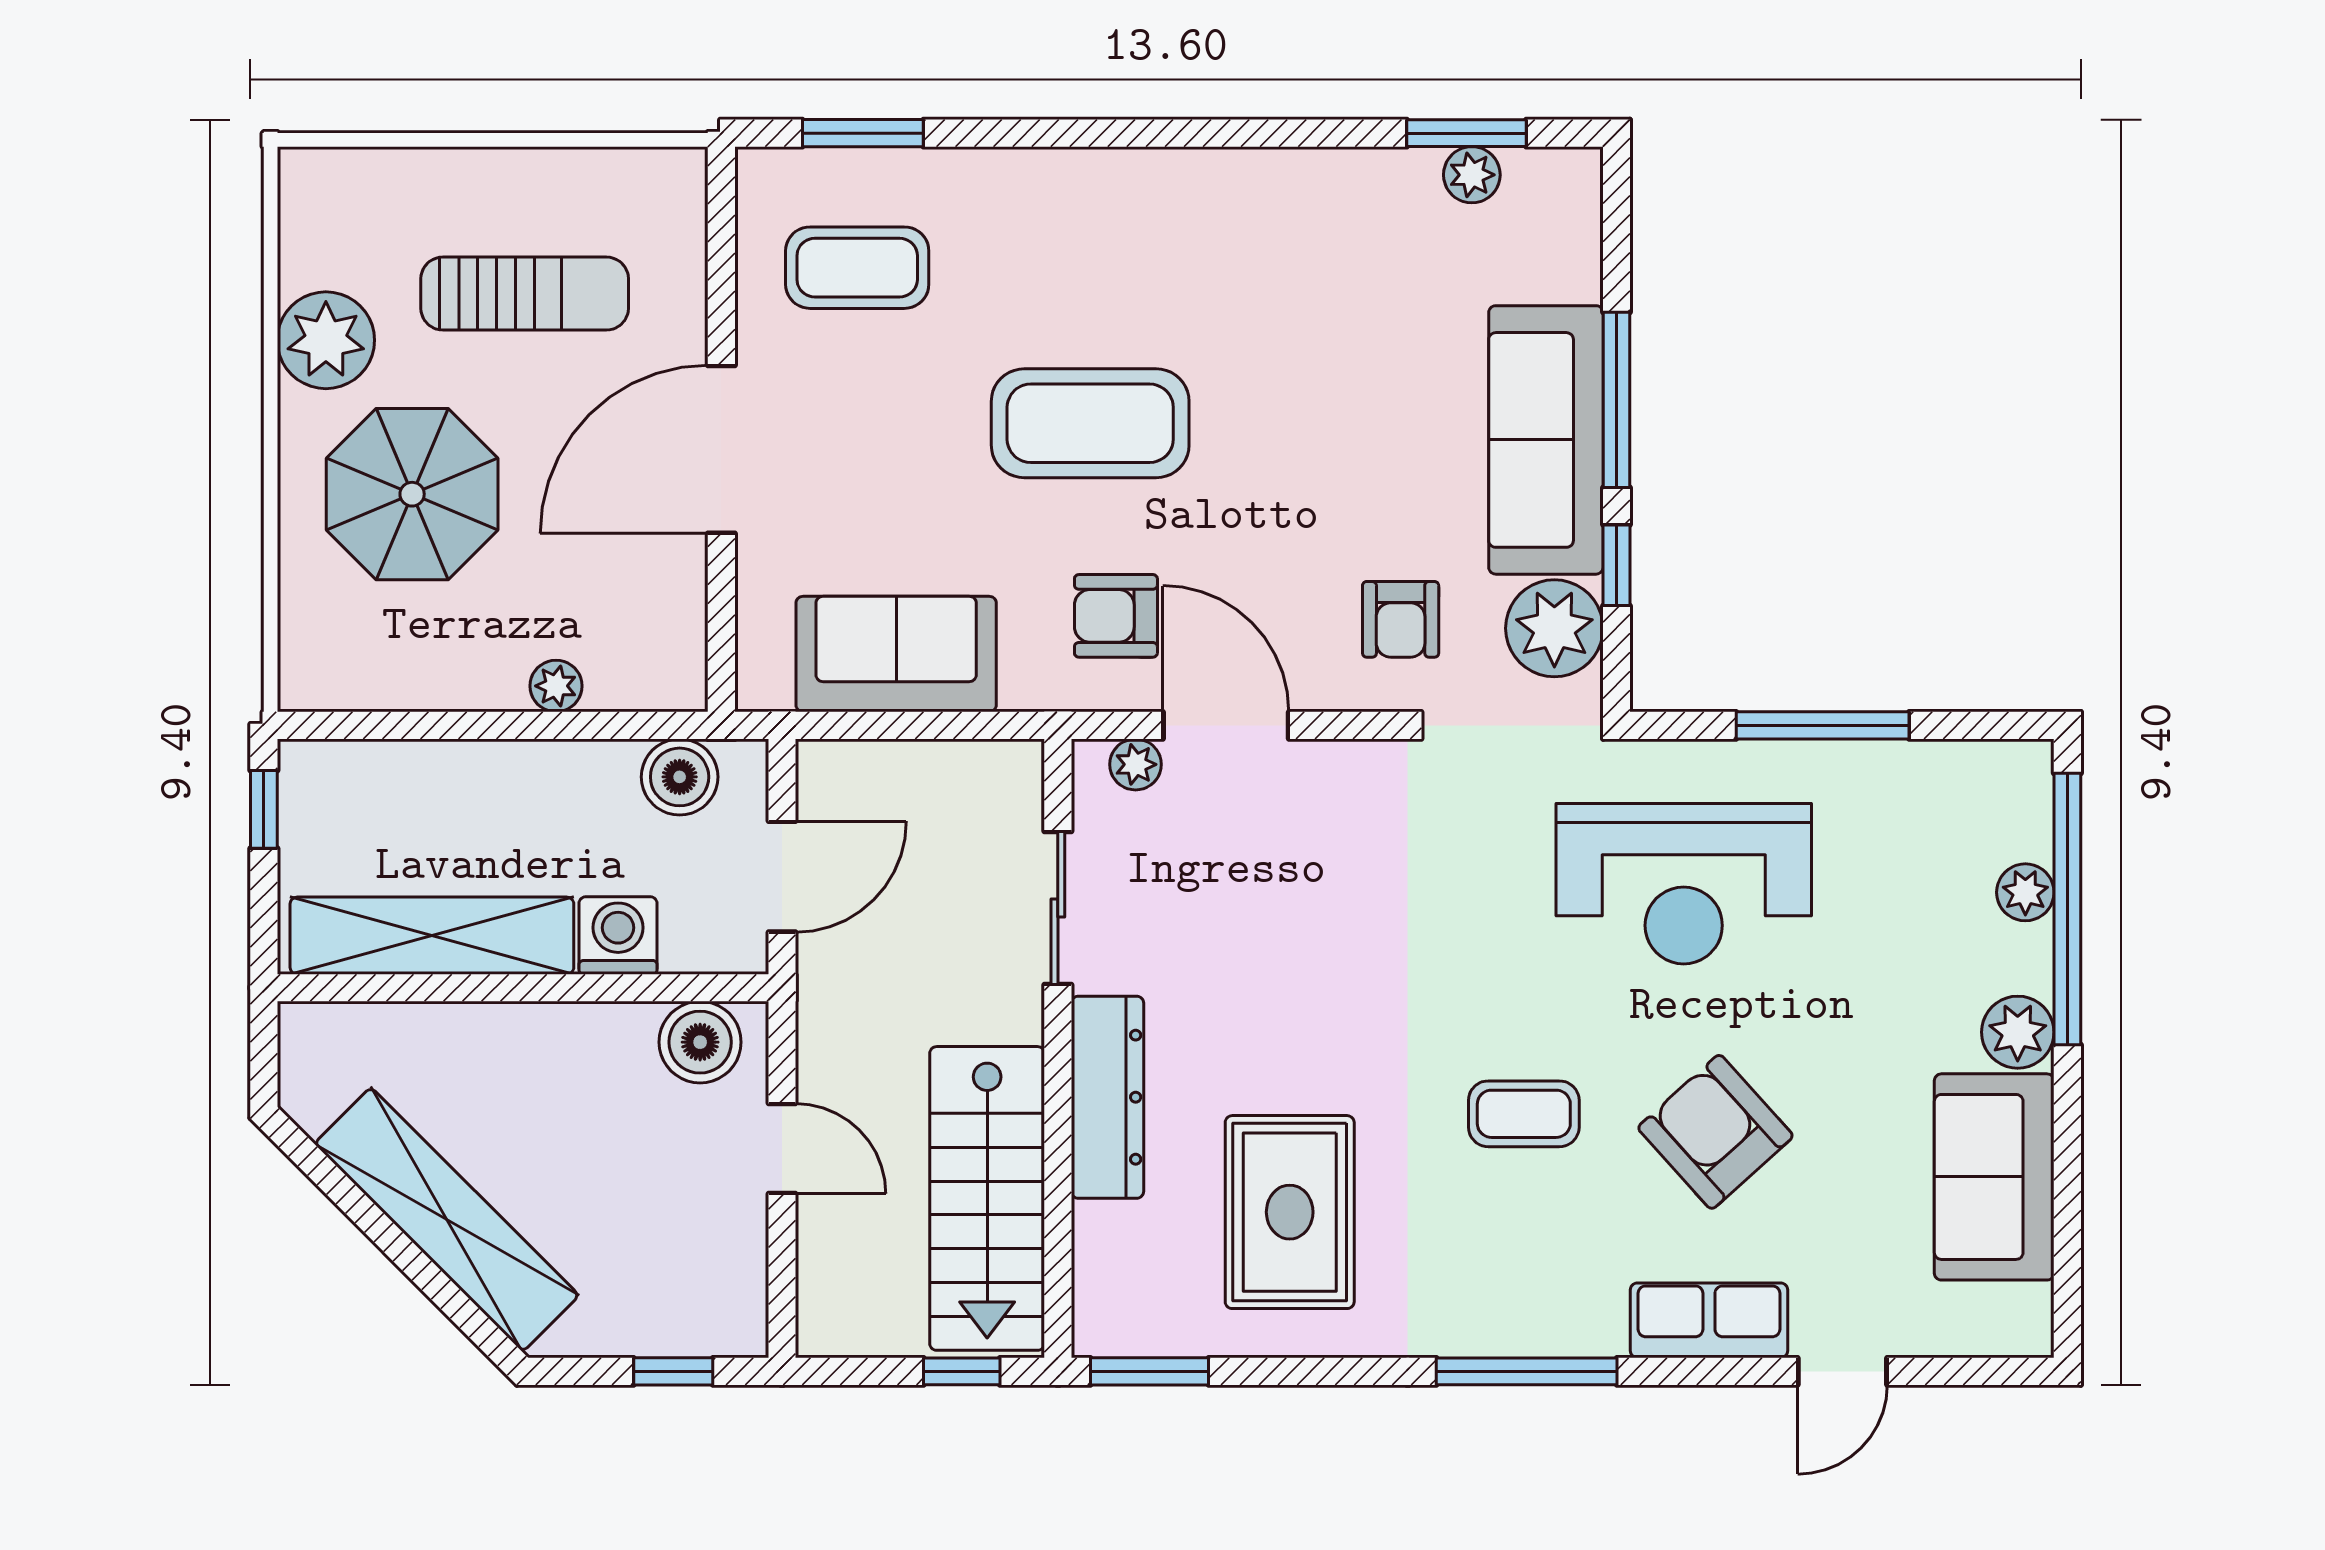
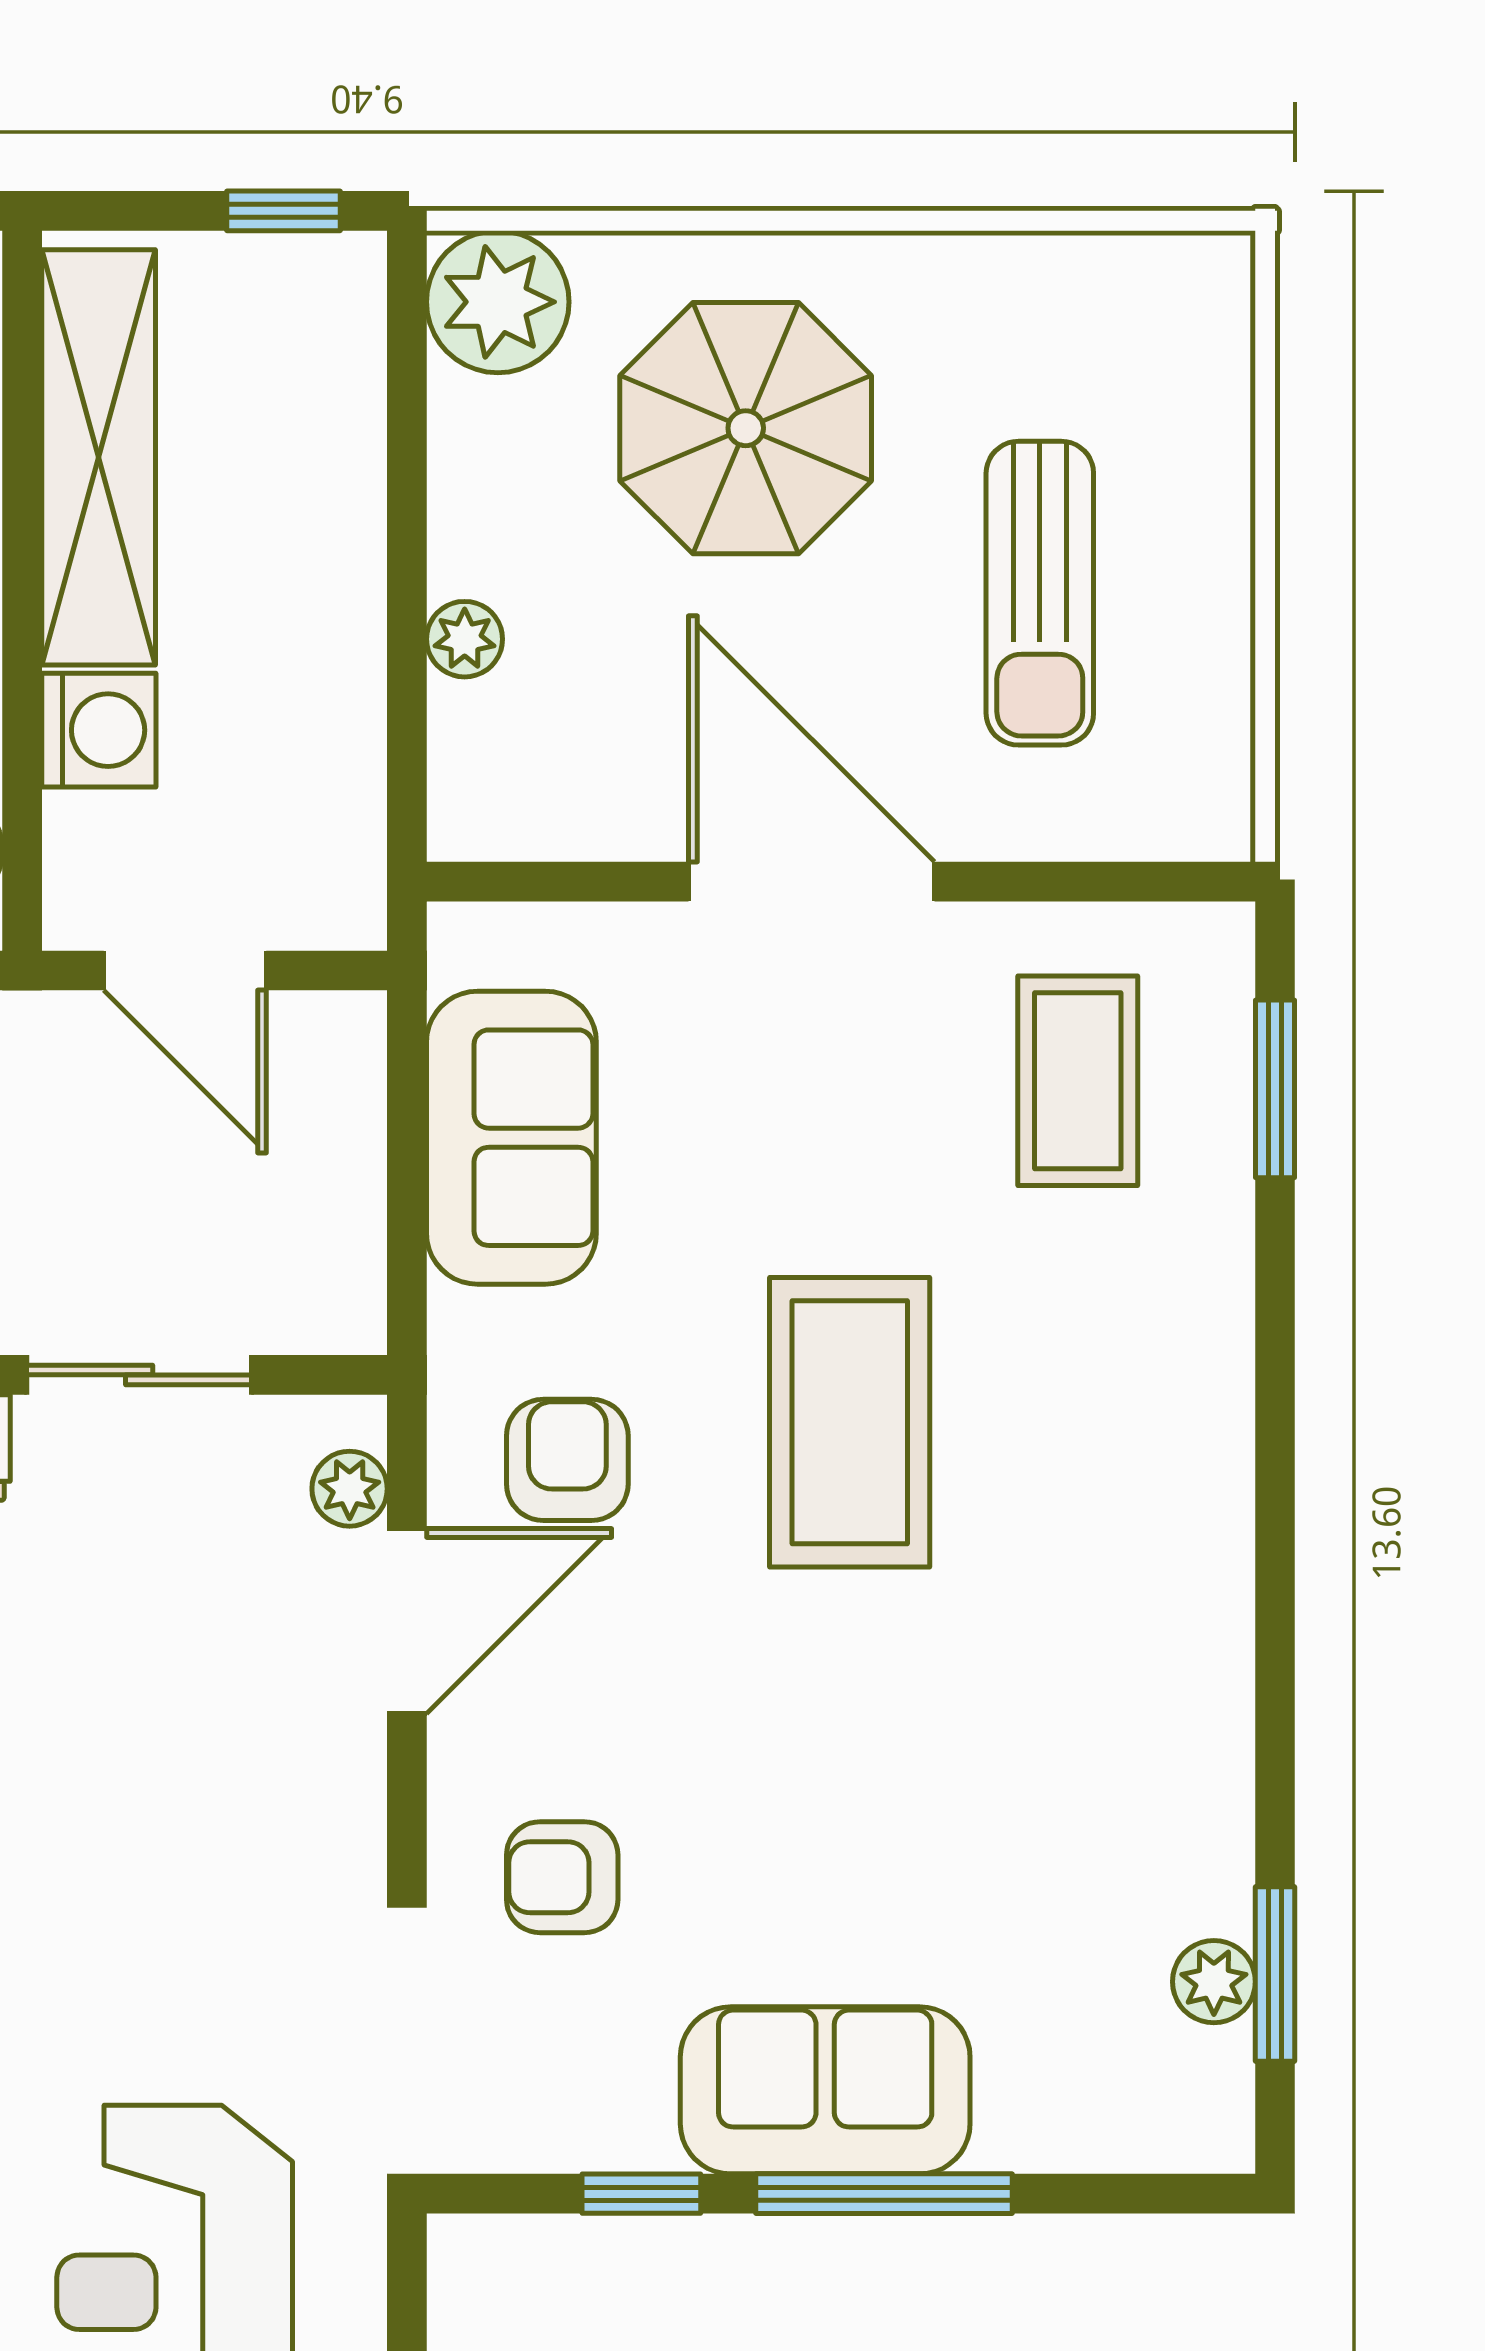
plant: (326, 340) -> (498, 302), moved
sofa: (1546, 440) -> (825, 2090), width x0.73
plant: (1554, 628) -> (549, 2103), removed
boiler: (680, 777) -> (331, 820), removed

